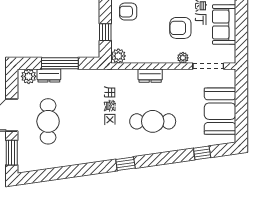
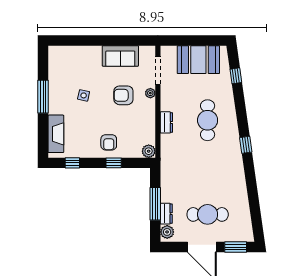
armchair: (180, 28) -> (123, 95), turned 90
window: (105, 32) -> (114, 163), moved

